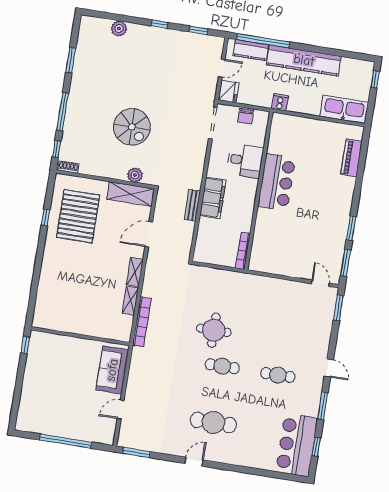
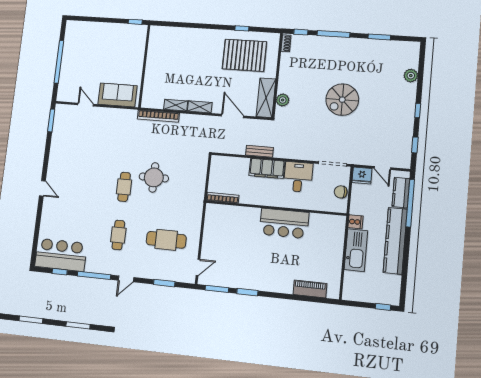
kitchen sink: (344, 109) -> (356, 250), moved
spiral stairs: (132, 127) -> (342, 100), moved
desk: (245, 161) -> (298, 177), moved, turned 180
window: (338, 308) -> (164, 283), moved
window: (323, 406) -> (94, 275), width x1.44
cafe table: (213, 422) -> (166, 240), moved, turned 90
door: (194, 462) -> (42, 188), moved

